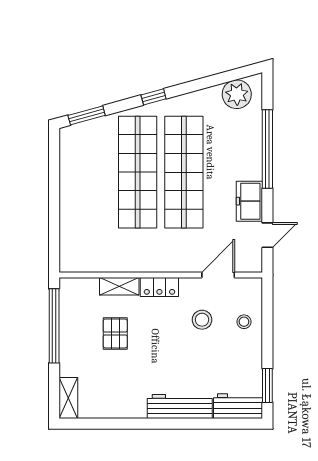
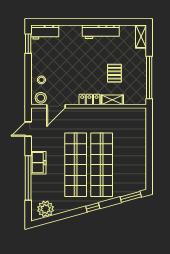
freezer: (249, 201) -> (38, 163), moved
stool: (202, 320) -> (41, 98), moved
workbench: (180, 407) -> (101, 32), moved

